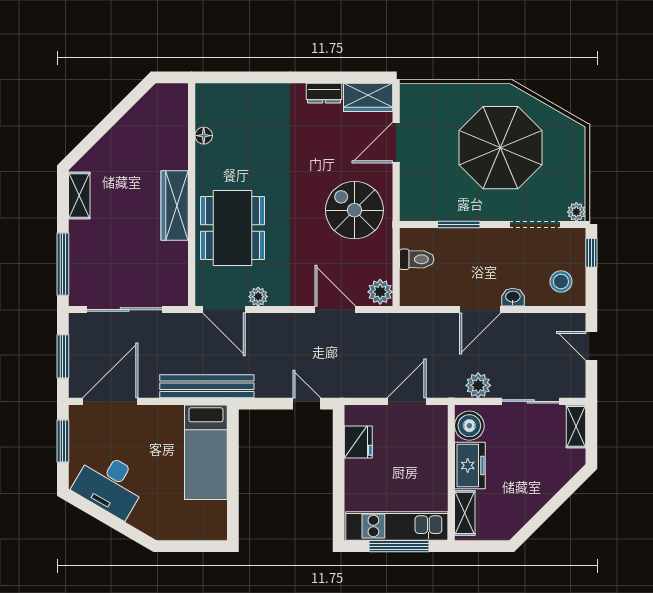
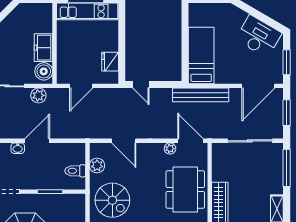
plant: (380, 292) -> (97, 165), moved
shelving: (465, 513) -> (46, 19), removed

